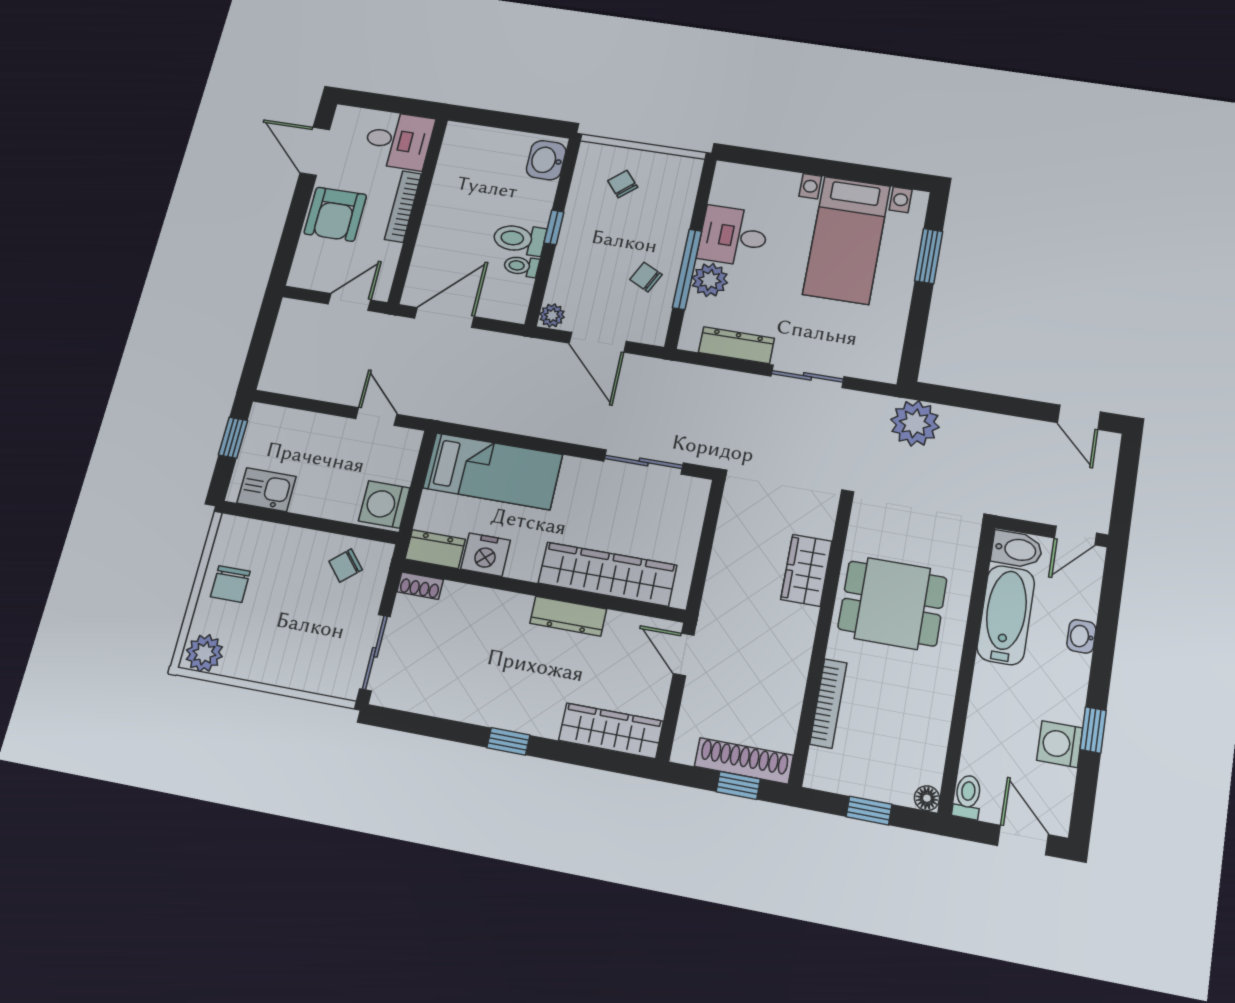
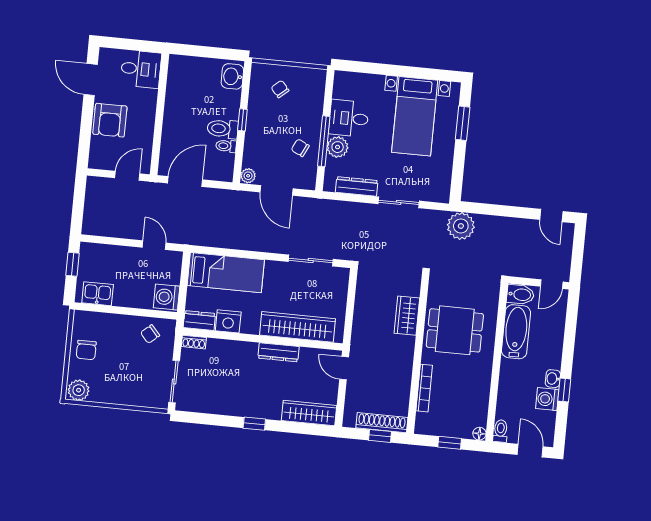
bookcase: (403, 207) -> (150, 112), removed
washbasin: (1081, 636) -> (553, 379), moved

